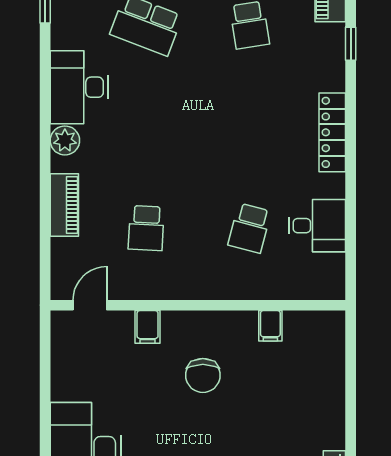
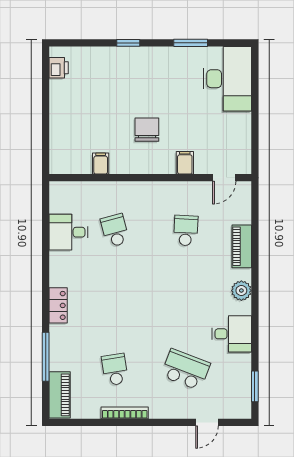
window: (351, 44) -> (46, 357), width x2.17
desk: (79, 87) -> (232, 334), width x0.73
locker: (332, 132) -> (58, 305), width x0.66
school desk: (250, 228) -> (115, 230), turned -30

